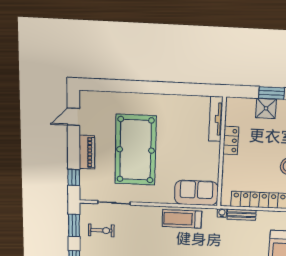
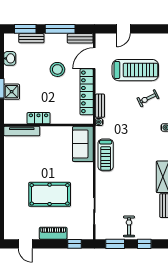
pool table: (136, 150) -> (50, 194), width x0.73, depth x0.76
exercise bike: (101, 230) -> (129, 226), moved

